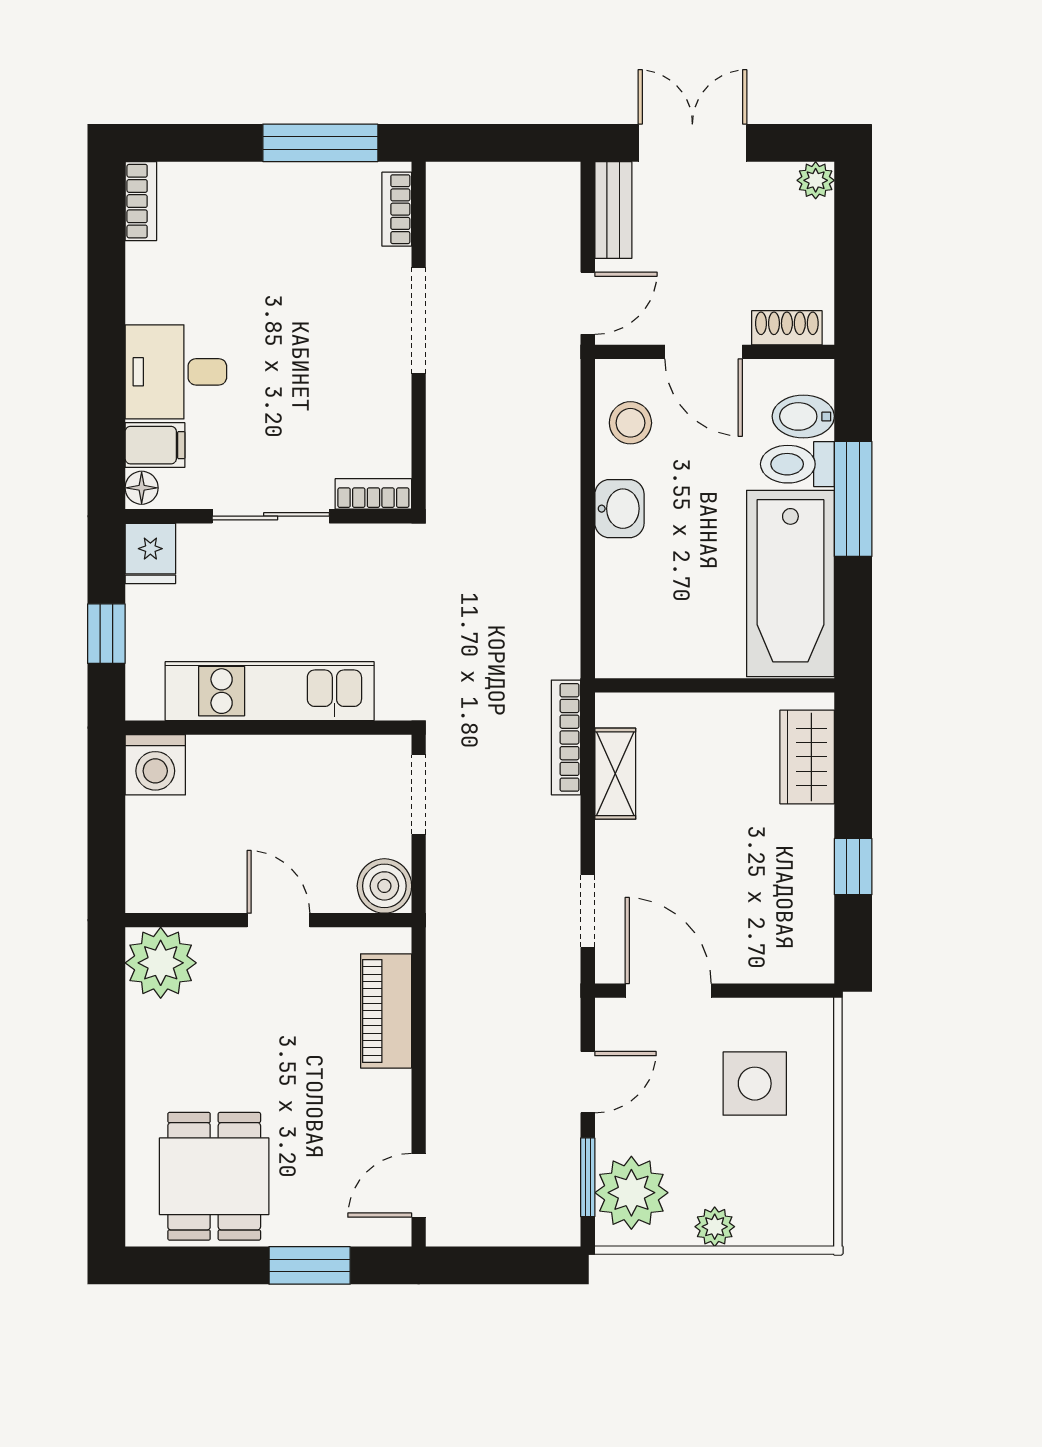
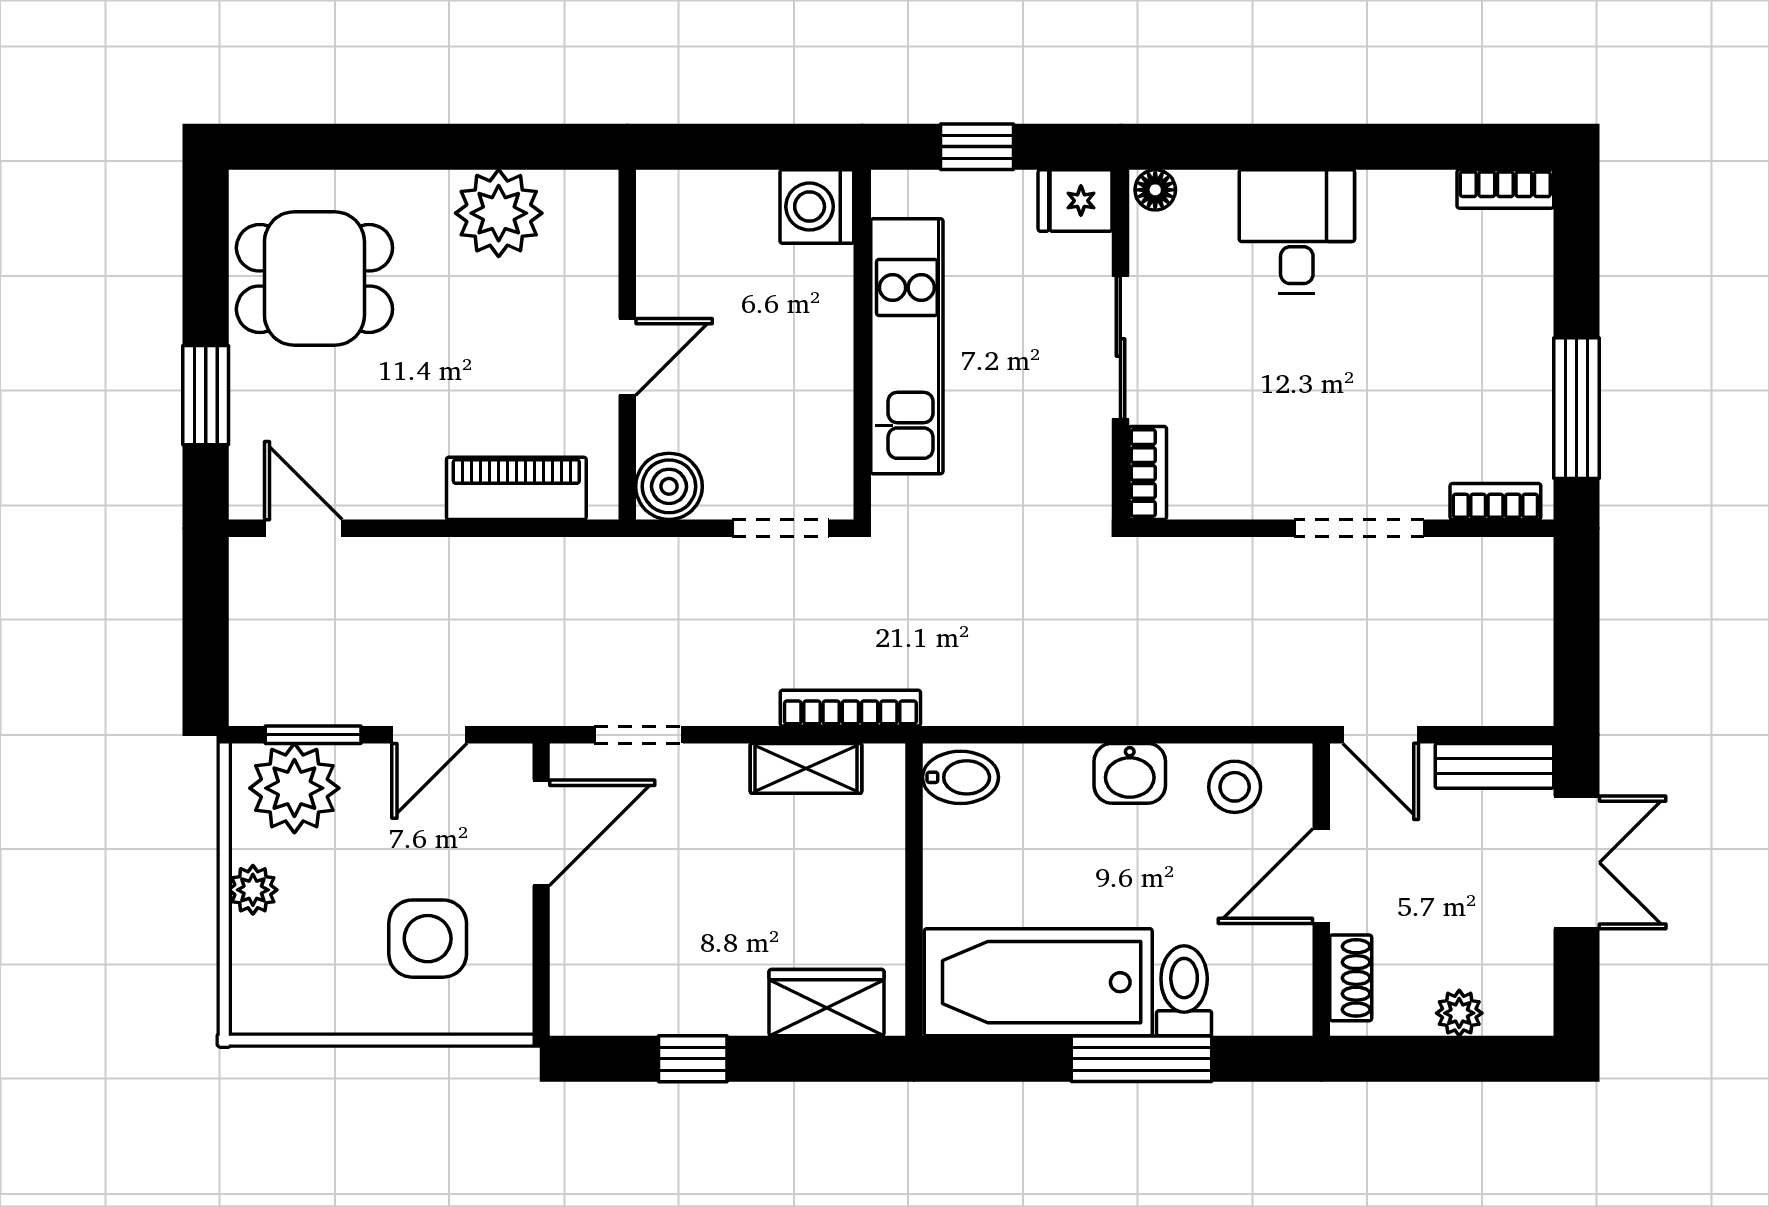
plant: (816, 180) -> (1459, 1013), moved
bidet: (803, 416) -> (961, 777), moved, turned 90
filing cabinet: (155, 445) -> (1207, 206), removed
plant: (161, 963) -> (499, 213), moved
door: (588, 1082) -> (429, 735), hinge flipped

